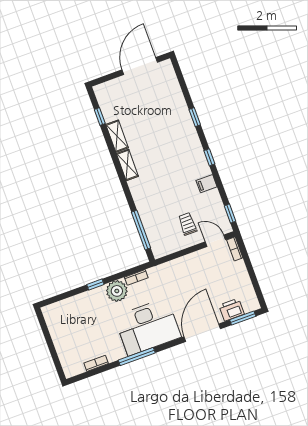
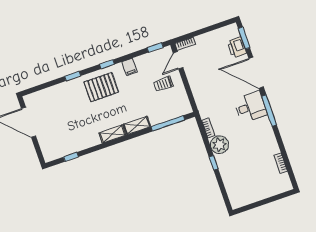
shelving: (117, 136) -> (137, 125), moved
pallet: (182, 151) -> (101, 87), added
desk: (148, 327) -> (251, 107), width x0.53, depth x0.77
window: (137, 357) -> (269, 110), moved

